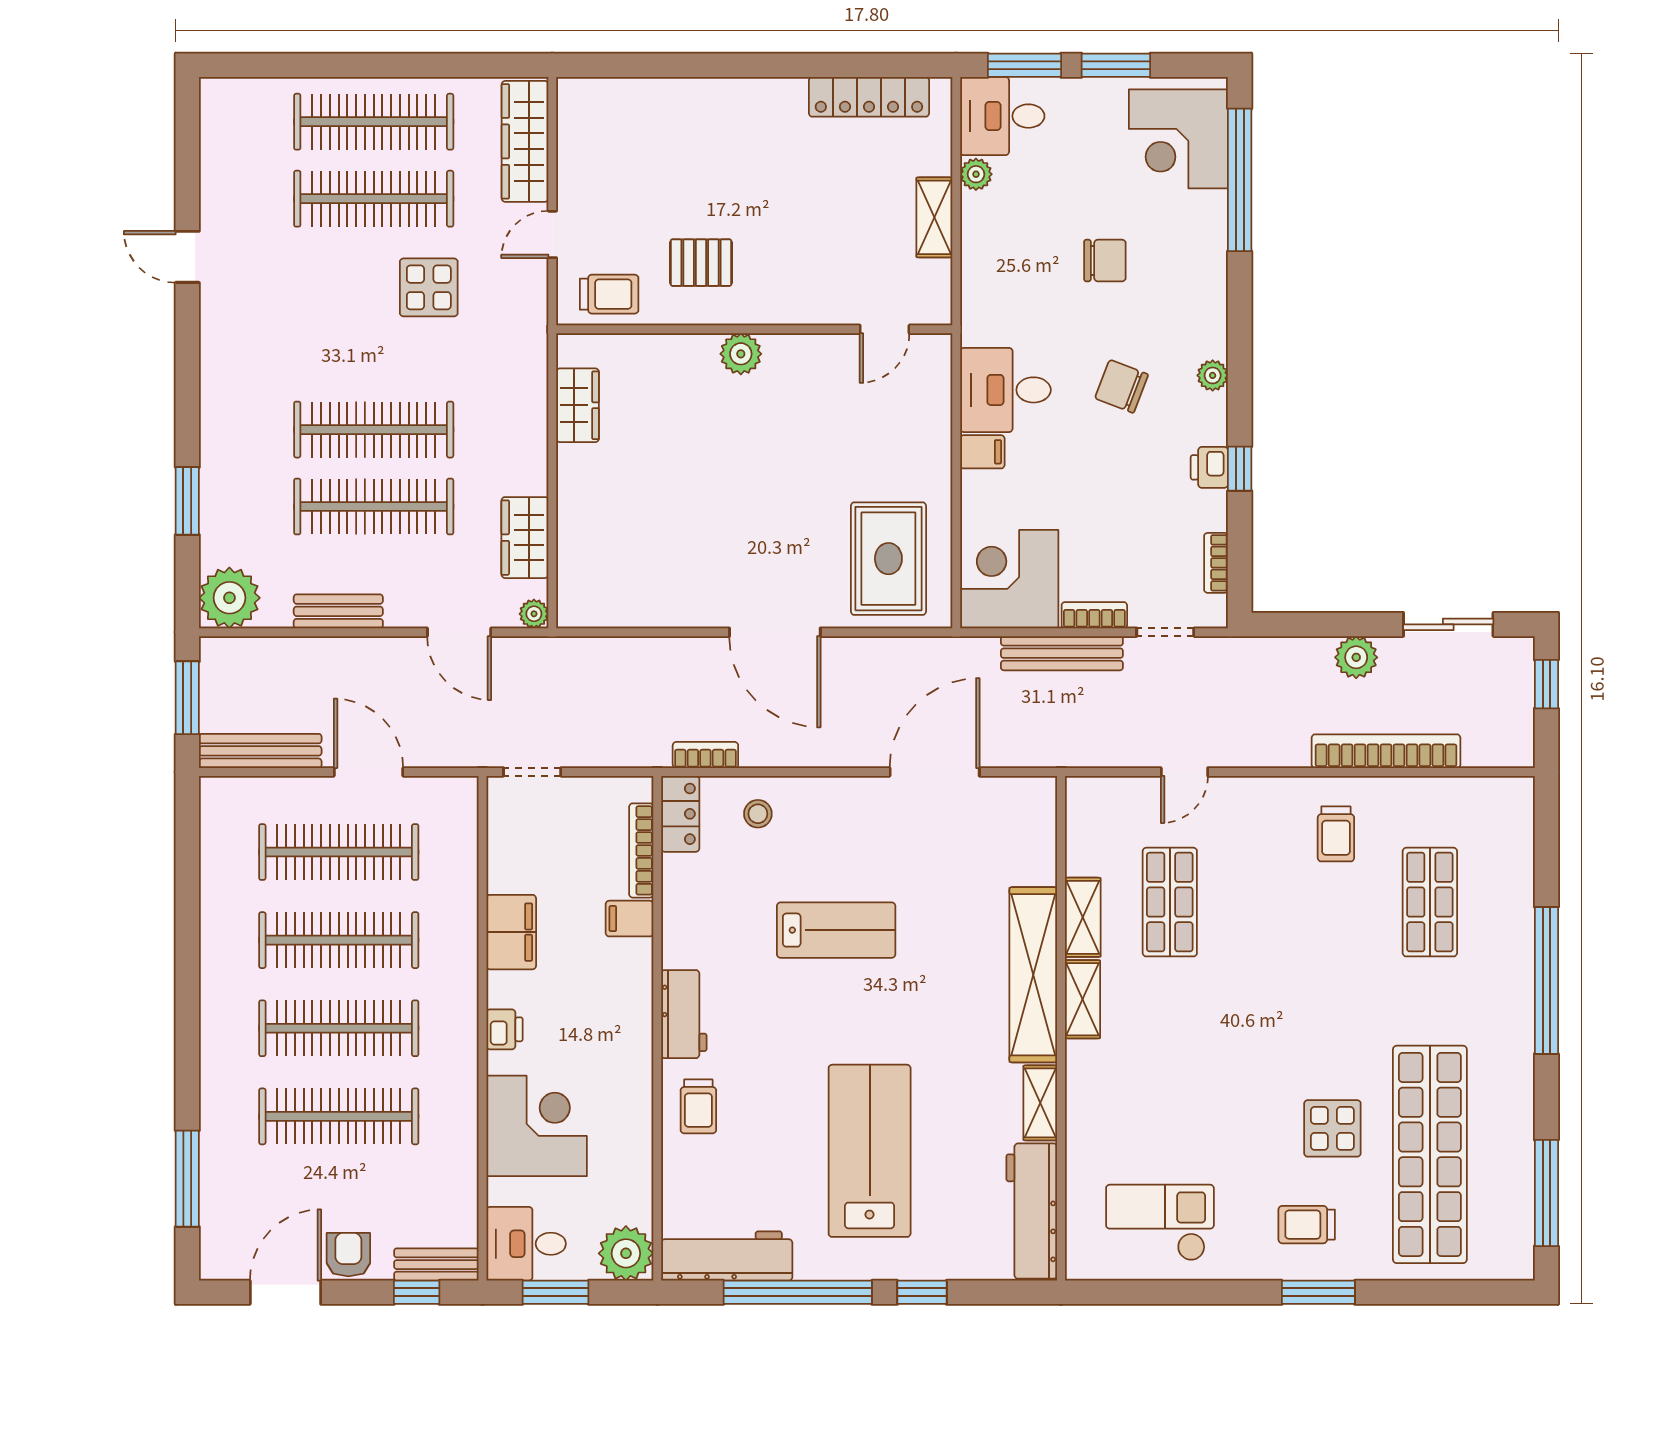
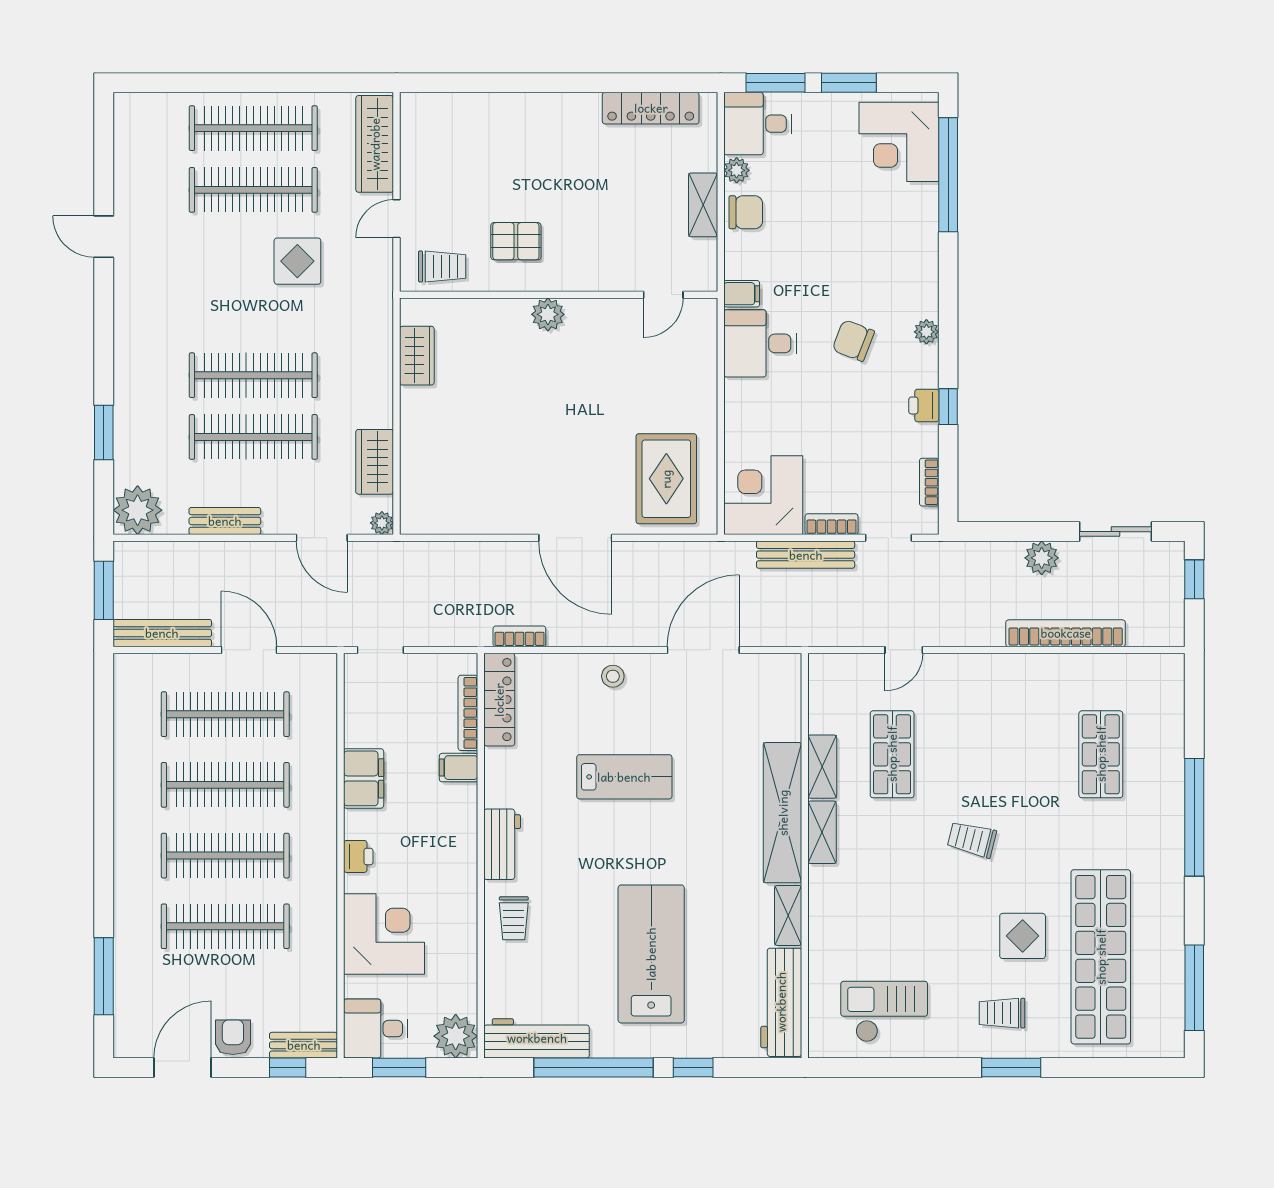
chair: (1105, 261) -> (746, 212), moved
filing cabinet: (982, 452) -> (742, 294), moved
locker: (680, 814) -> (499, 700), width x1.53
stool: (758, 814) -> (613, 676), moved
trolley: (1336, 834) -> (972, 839), moved, turned 104

